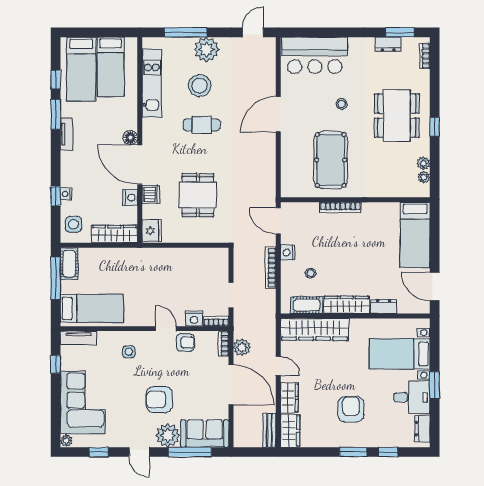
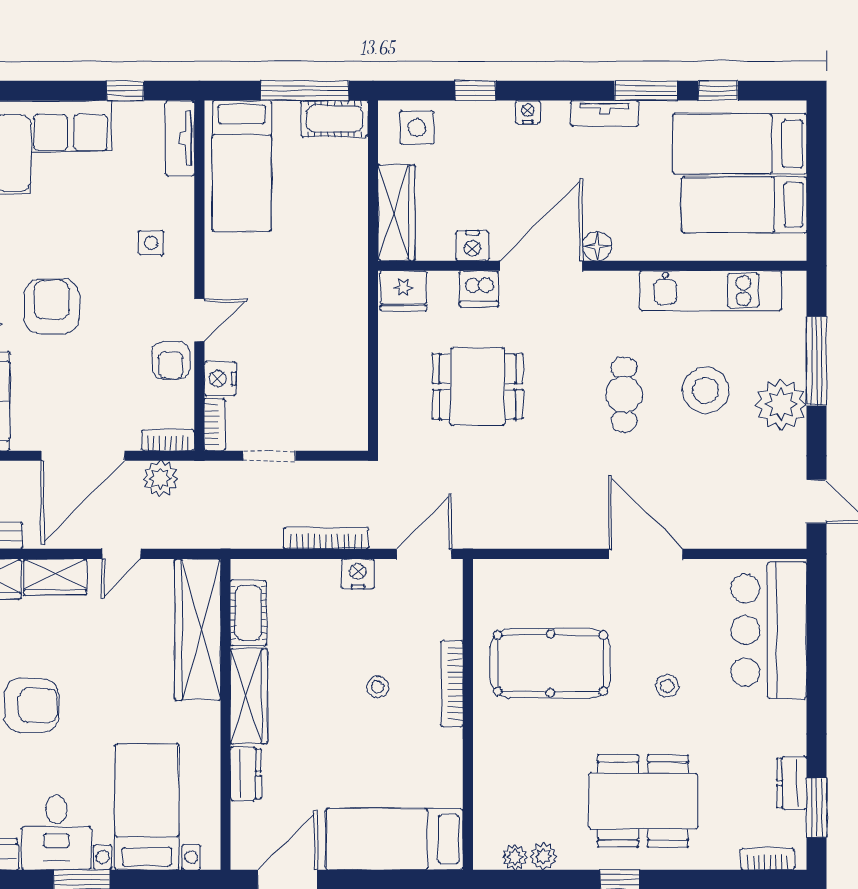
nightstand: (66, 194) -> (528, 112), moved
stool: (311, 273) -> (378, 687), moved

